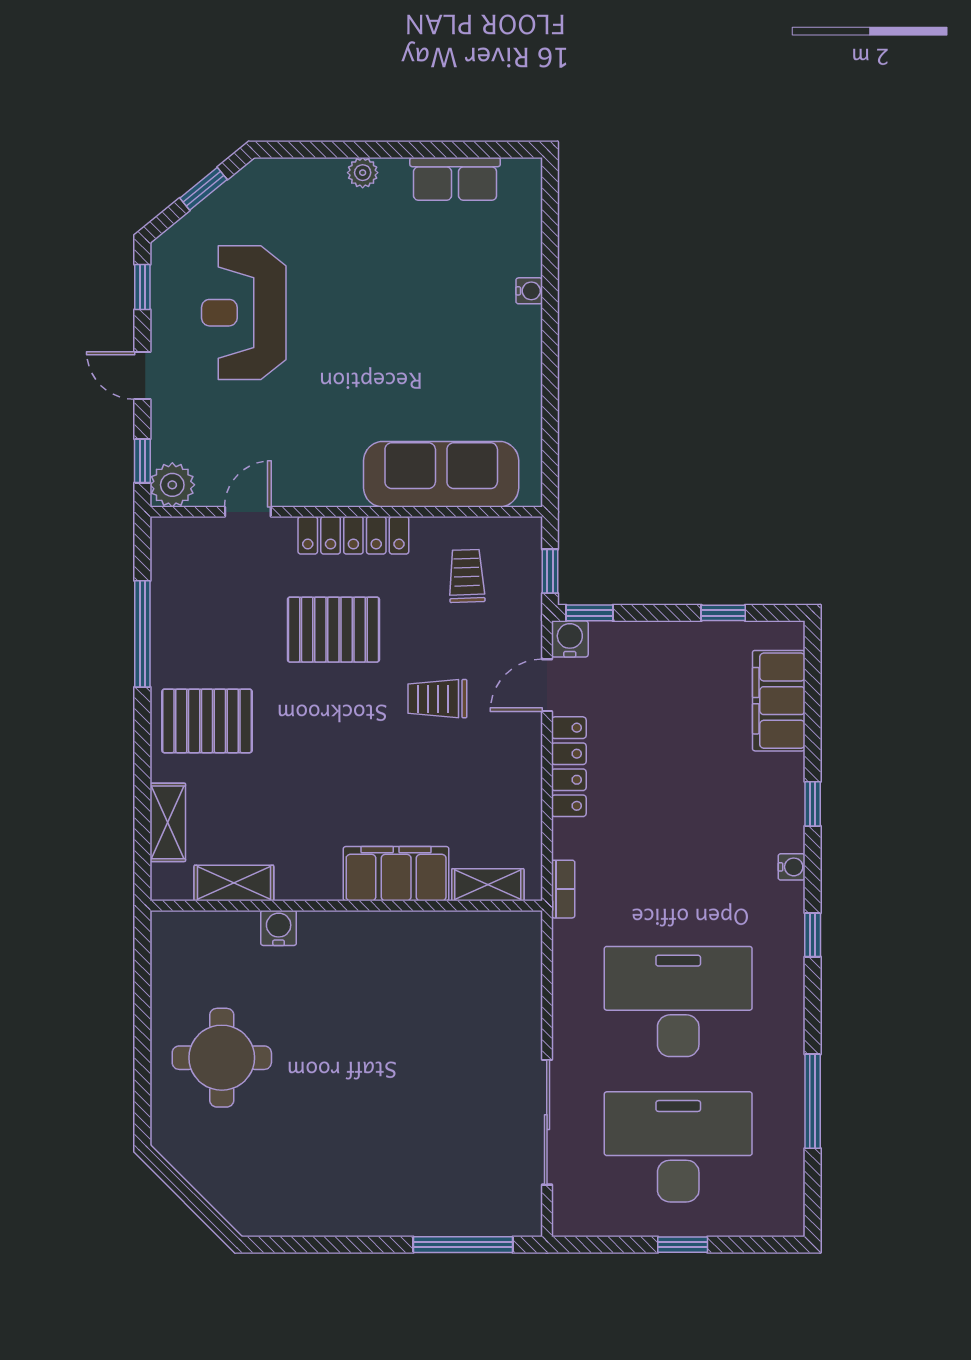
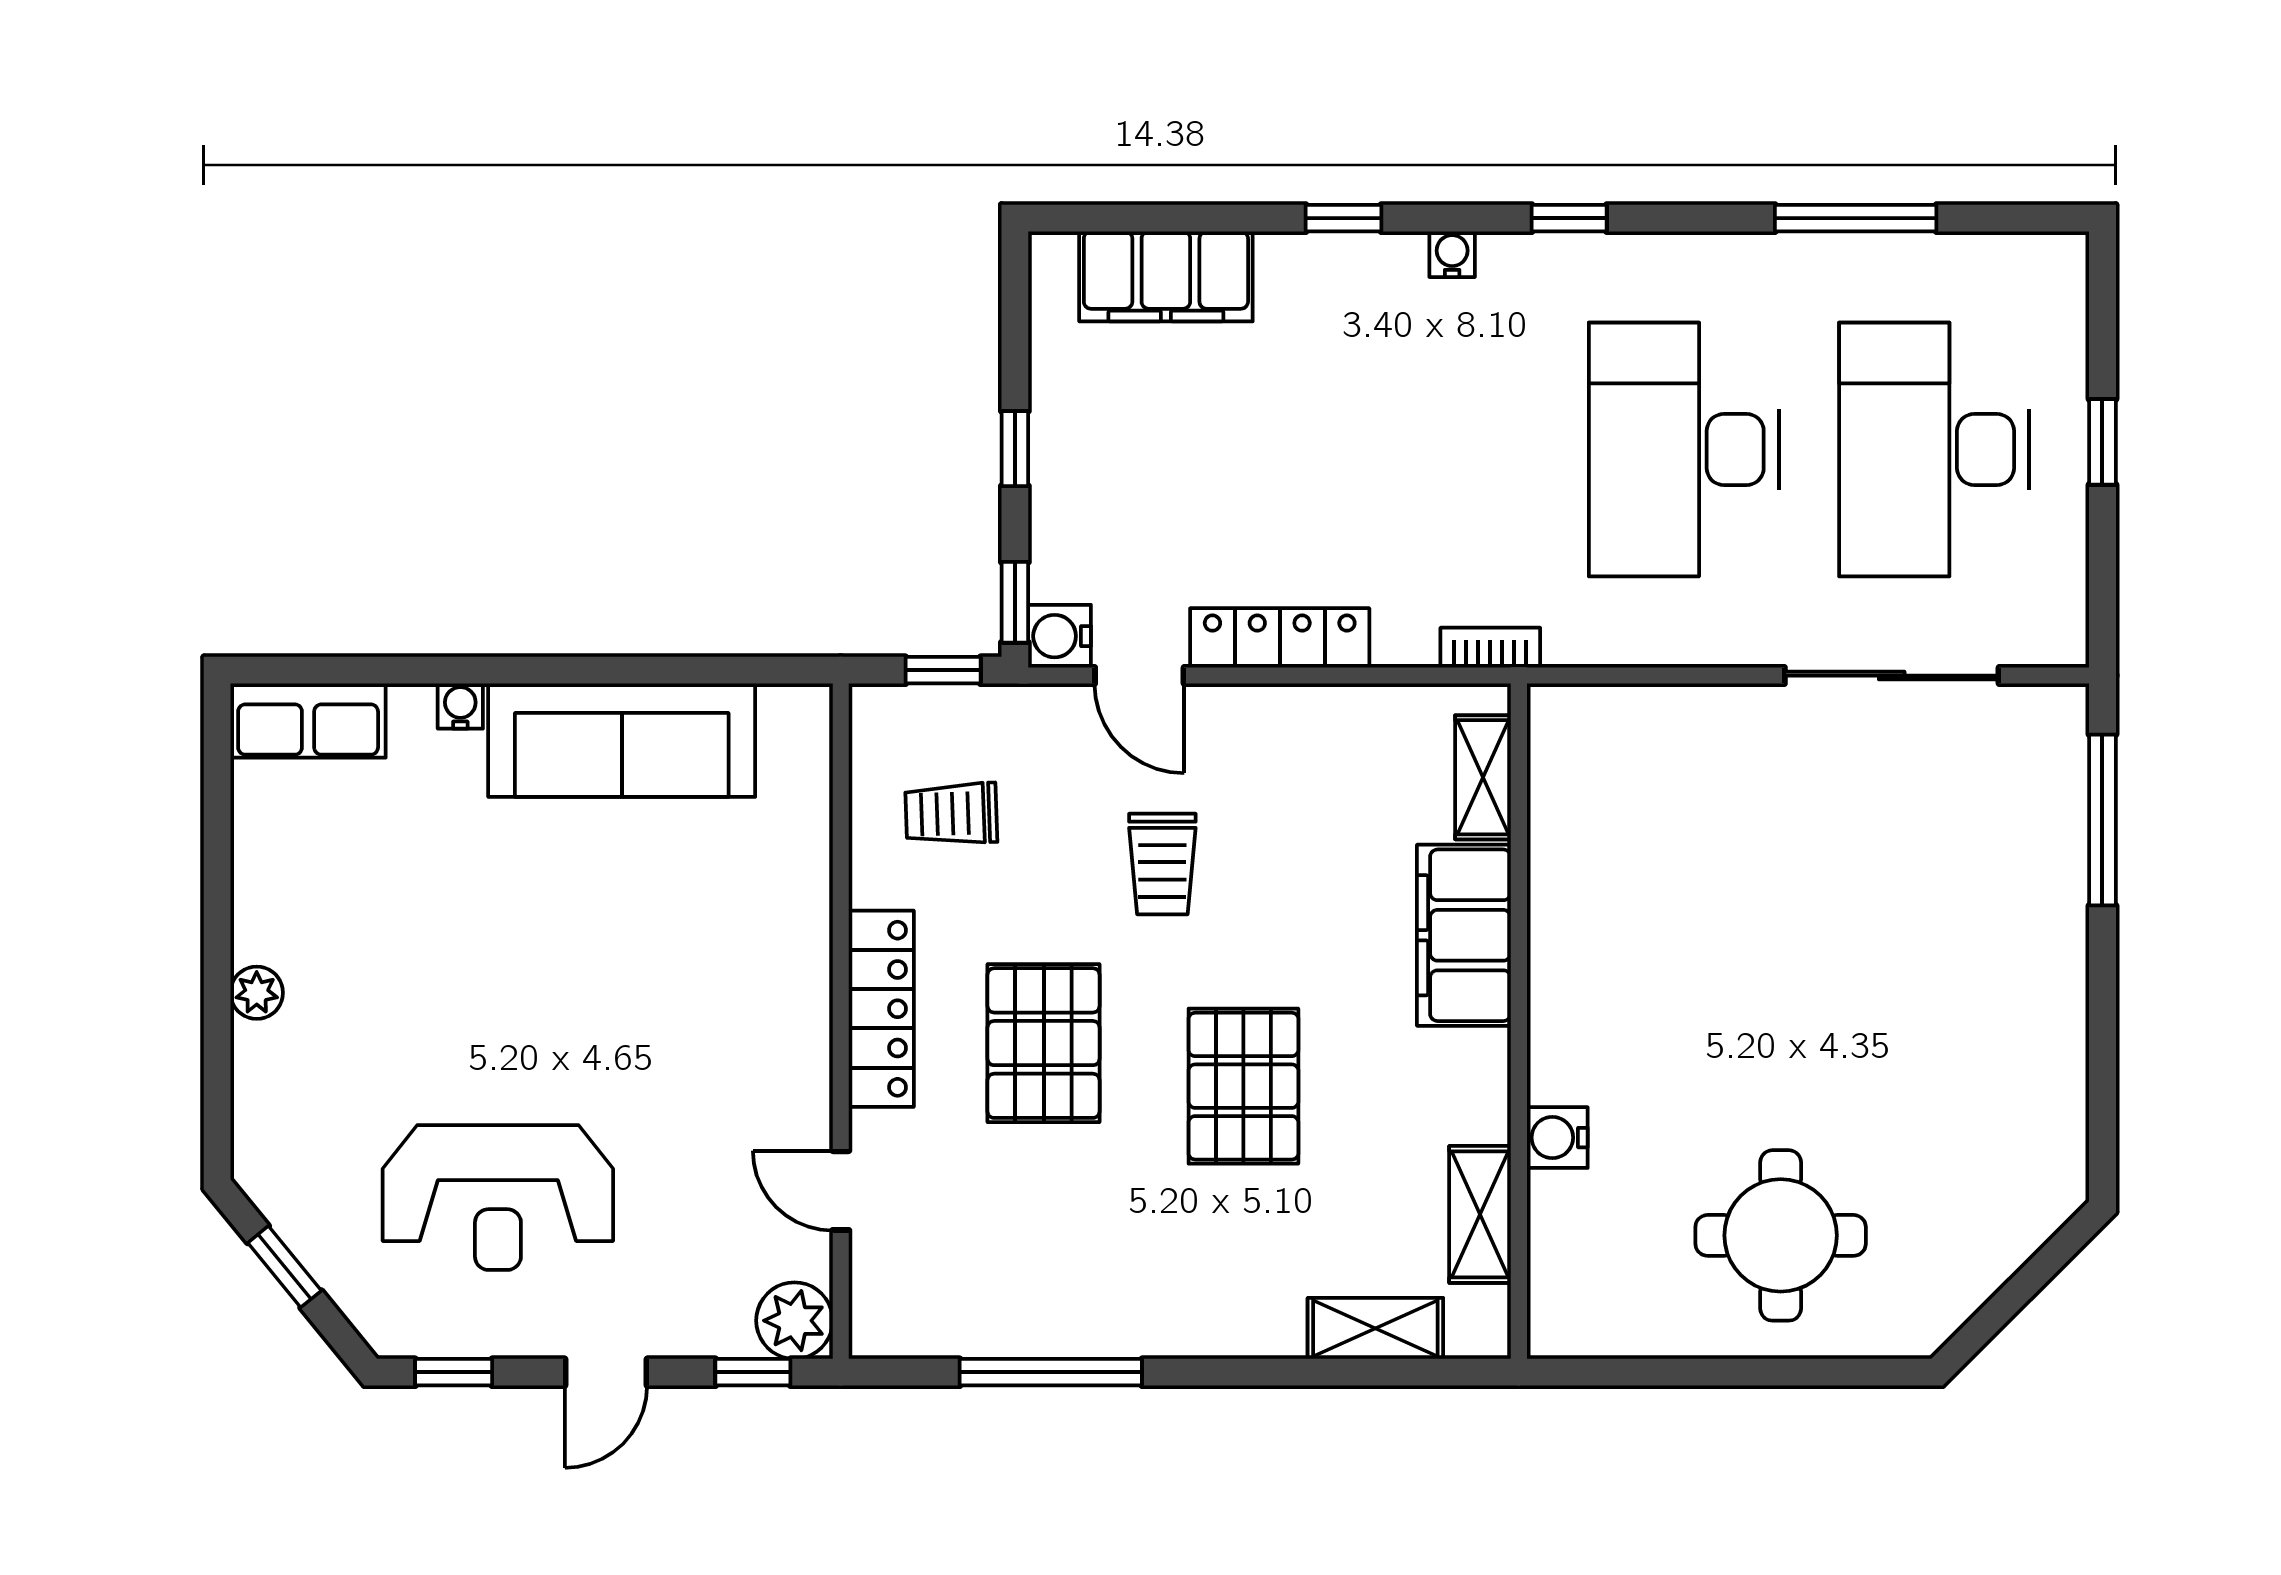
row of seats: (455, 179) -> (308, 721), moved, turned 90
sofa: (441, 474) -> (622, 740), moved, turned -90
window: (723, 613) -> (1015, 449), moved
pallet: (207, 721) -> (1243, 1086), moved

